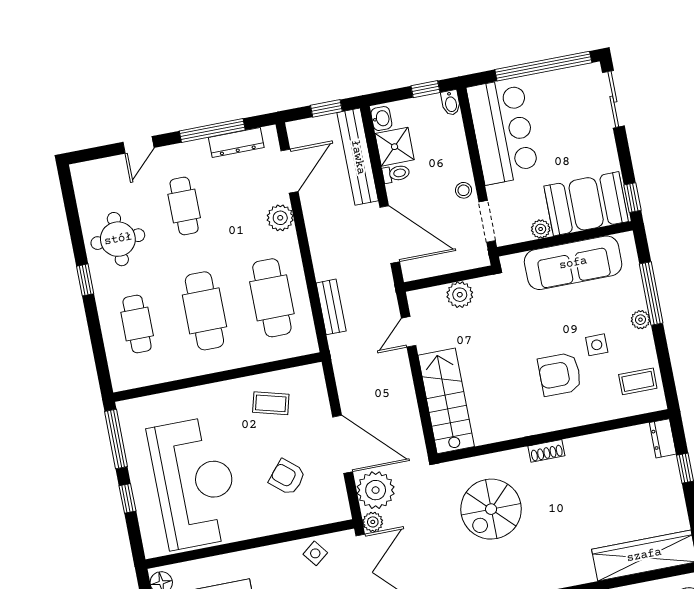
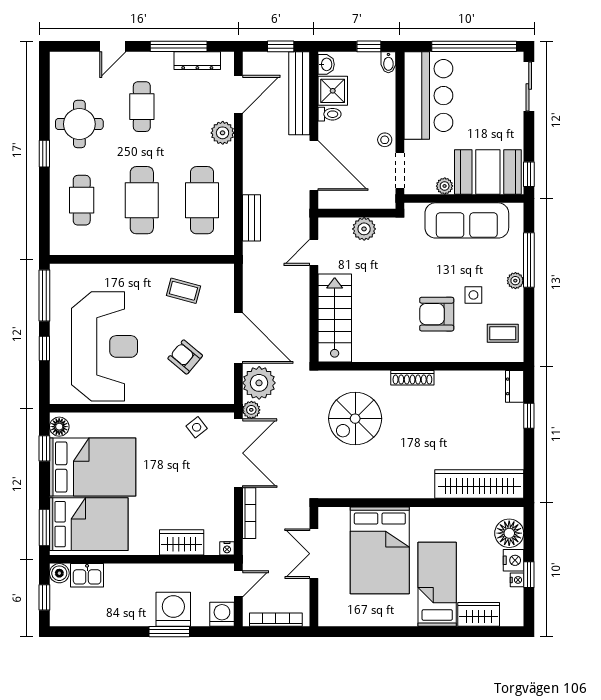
shoe rack: (546, 451) -> (412, 378), width x1.43

